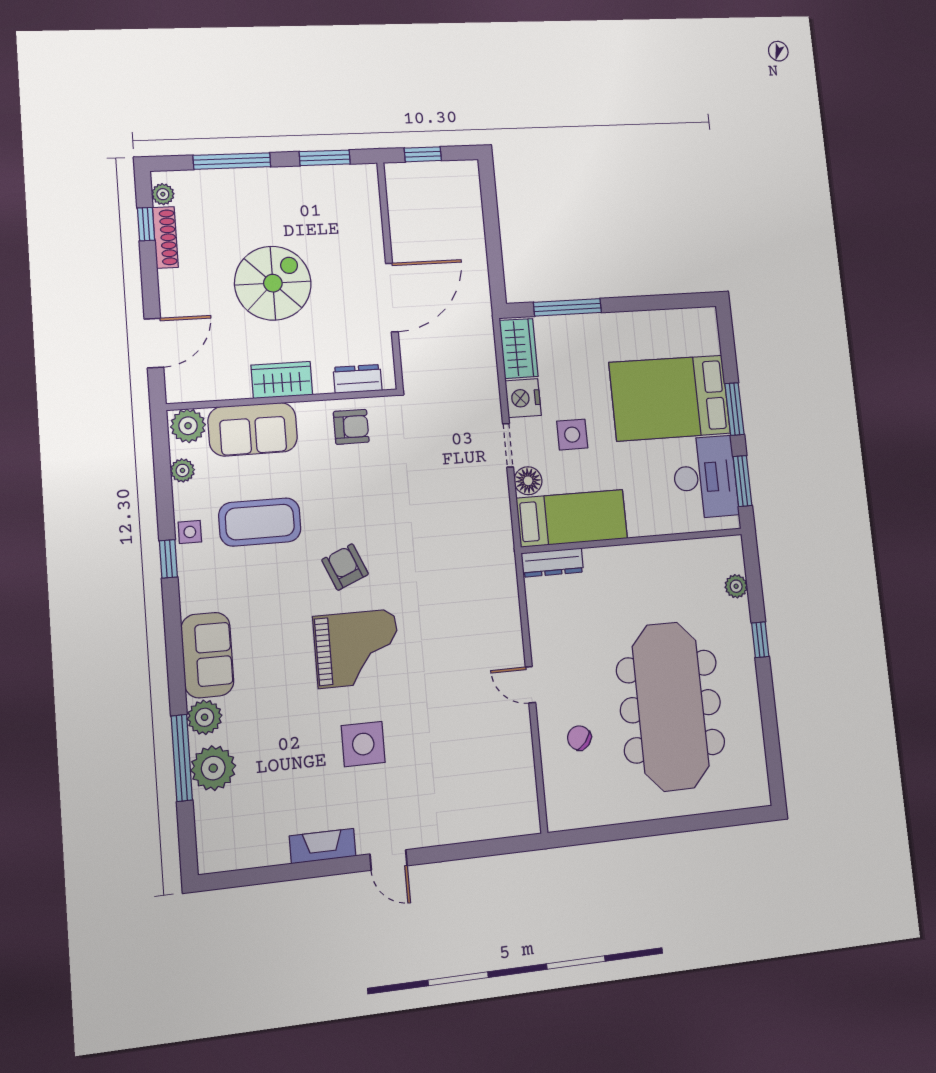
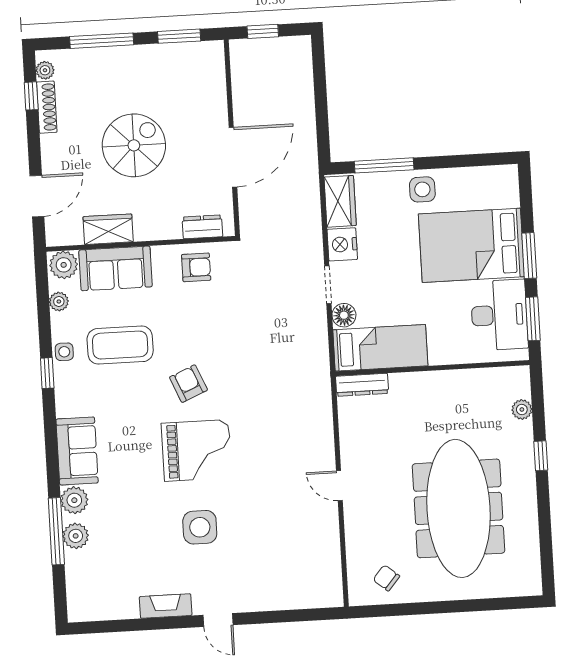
wardrobe: (282, 380) -> (108, 229), moved
side table: (572, 435) -> (422, 189), moved
chair: (579, 738) -> (386, 578), moved
plant: (213, 768) -> (76, 536), width x0.73, depth x0.73

